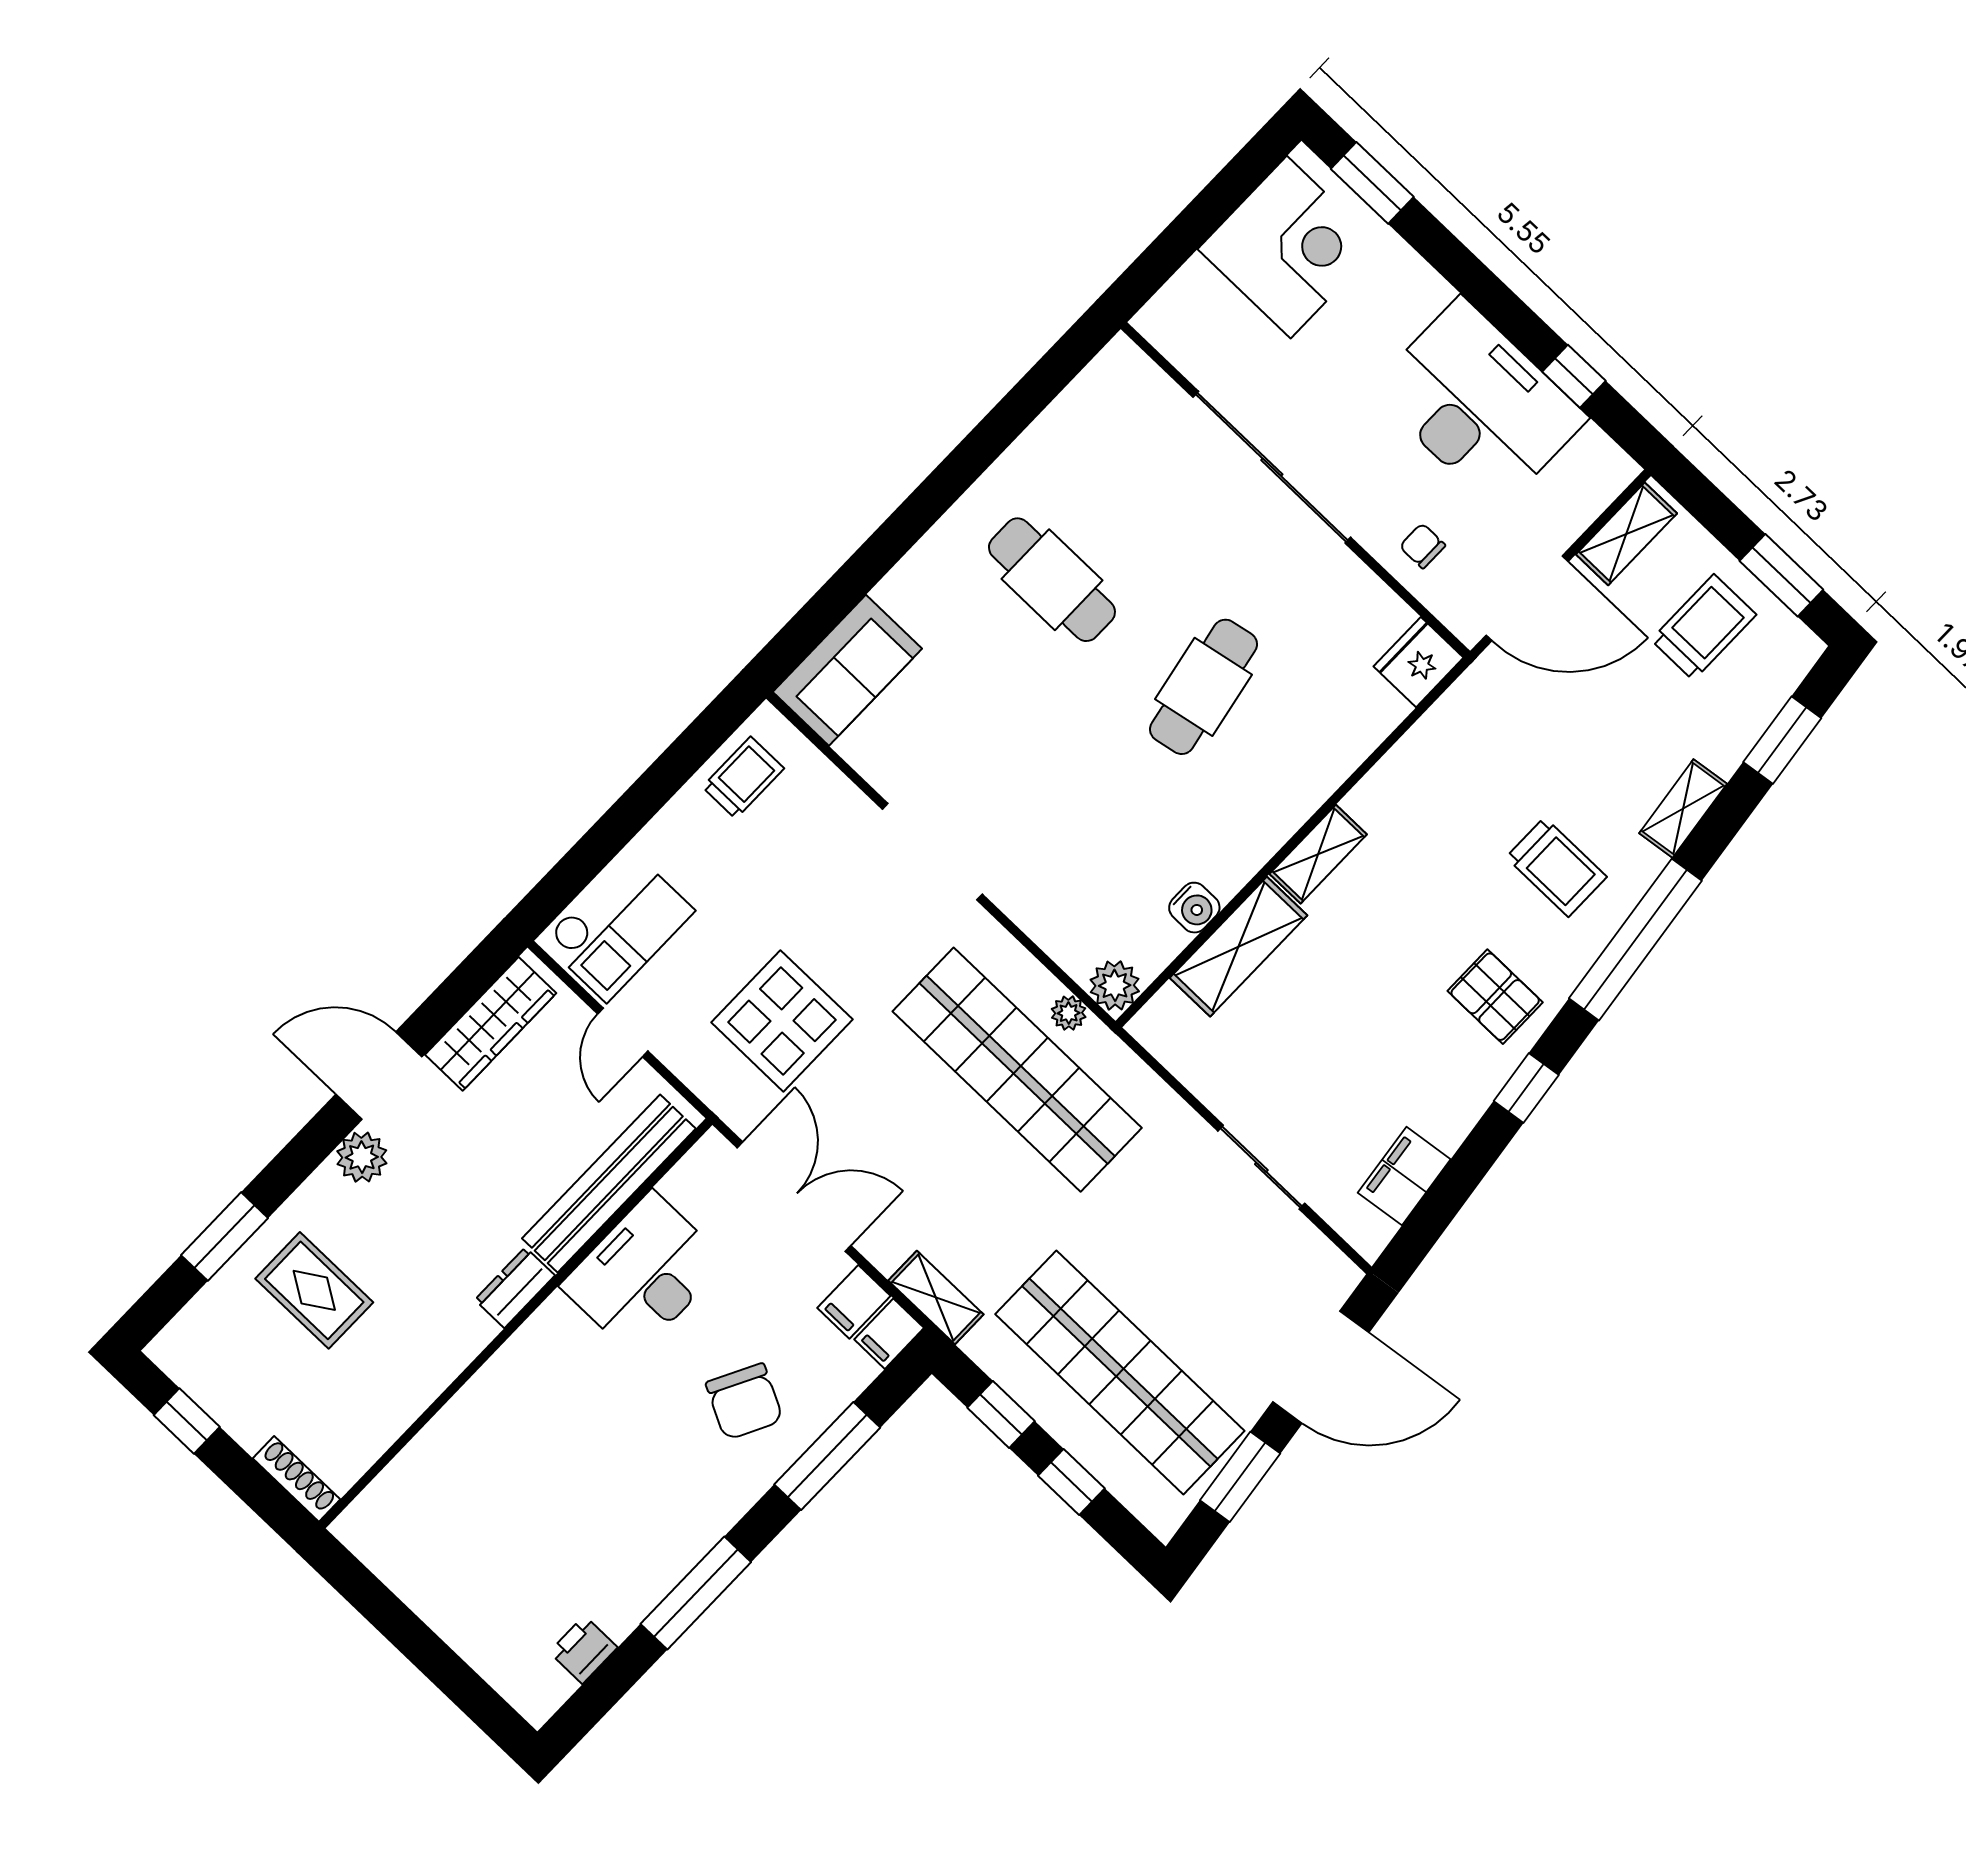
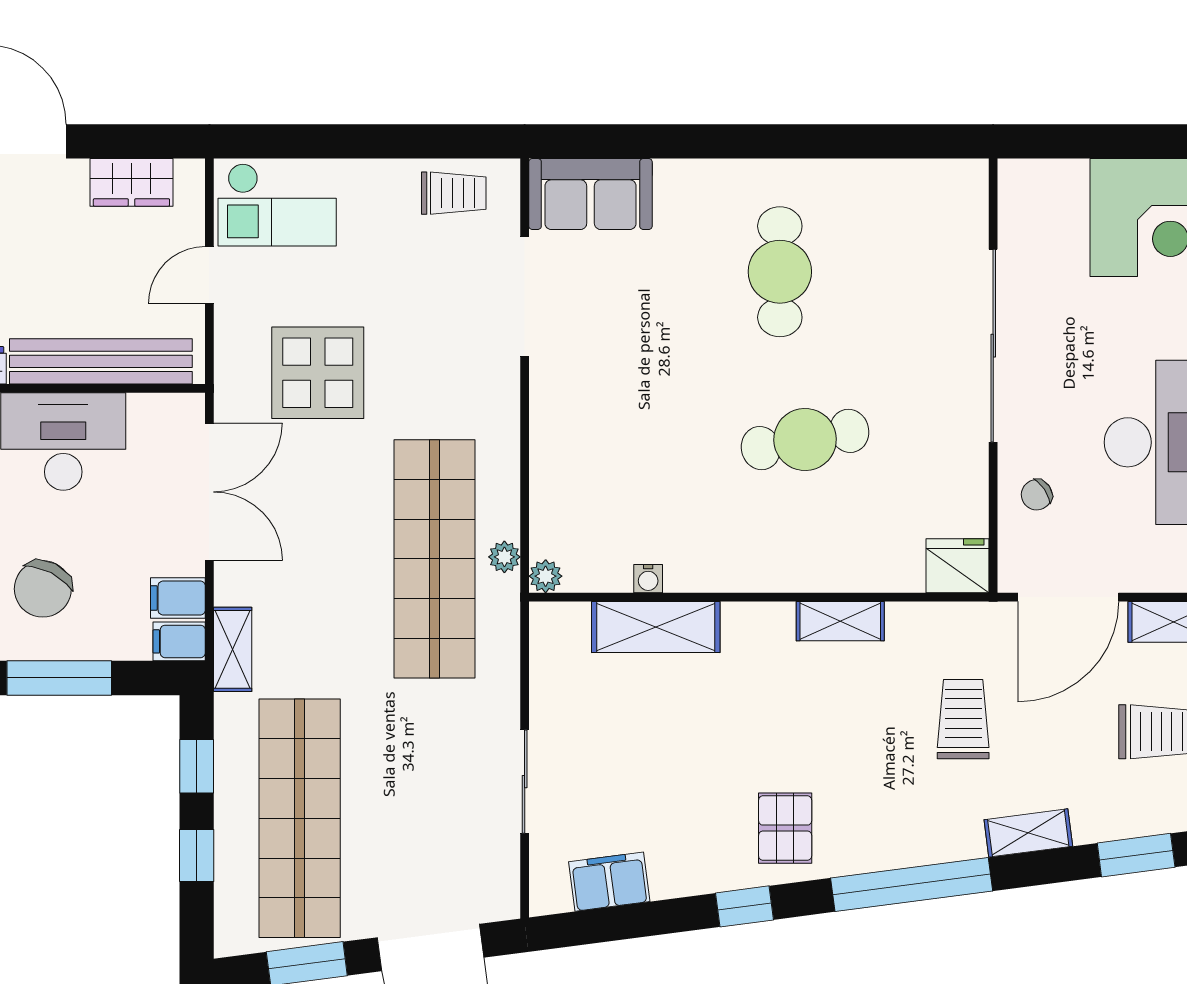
chair: (1422, 546) -> (1037, 495), turned -124
door: (1527, 598) -> (1068, 597), hinge flipped
doorway: (932, 852) -> (525, 296), moved
shelving: (1318, 854) -> (840, 621), moved
trolley: (1556, 867) -> (963, 719), moved, turned 180
water cooler: (1194, 908) -> (648, 579), width x0.72, depth x0.72
plant: (1115, 985) -> (546, 576), width x0.73, depth x0.73
wardrobe: (491, 1024) -> (131, 182), width x0.67

